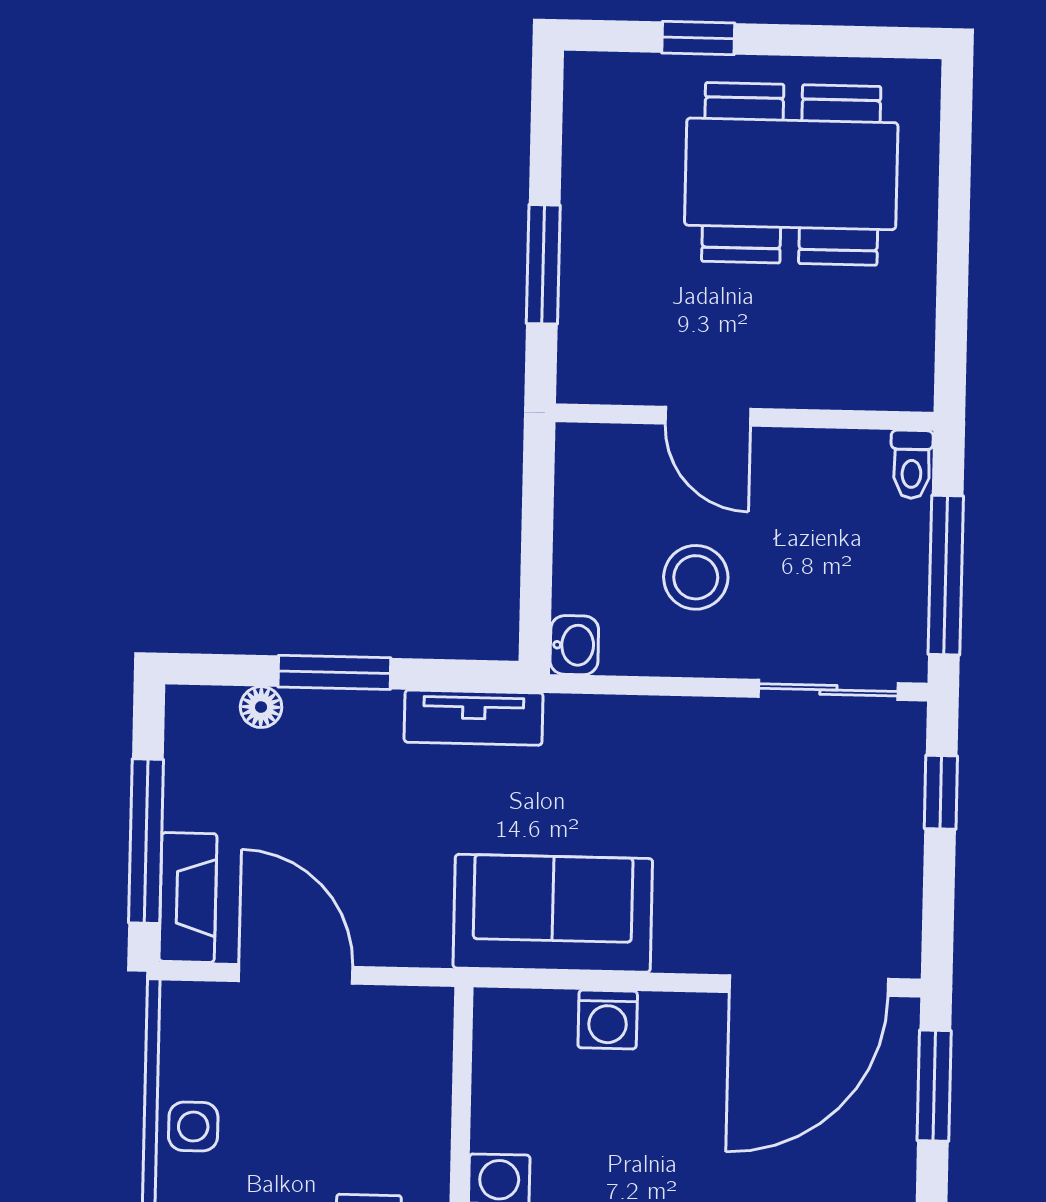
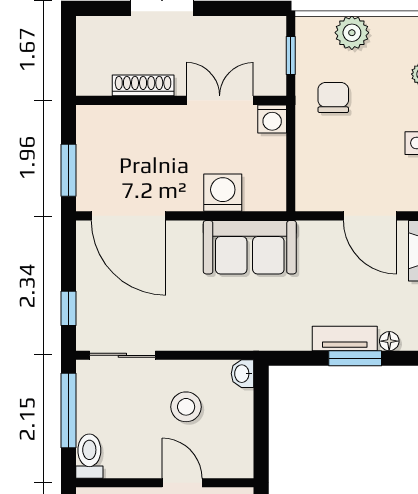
toilet: (912, 464) -> (89, 456), width x1.37, depth x1.39
tv unit: (474, 718) -> (345, 338), moved
door: (809, 986) -> (129, 216), swing flipped
washing machine: (608, 1020) -> (223, 193), width x1.38, depth x1.38

